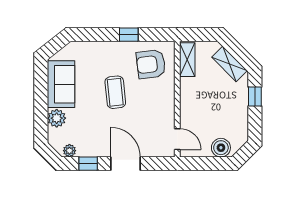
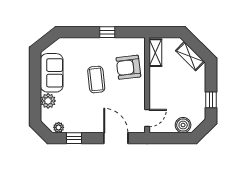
armchair: (151, 64) -> (128, 67), moved
window: (255, 97) -> (211, 100), moved
door: (177, 139) -> (147, 118), hinge flipped
door: (126, 164) -> (116, 138), moved

